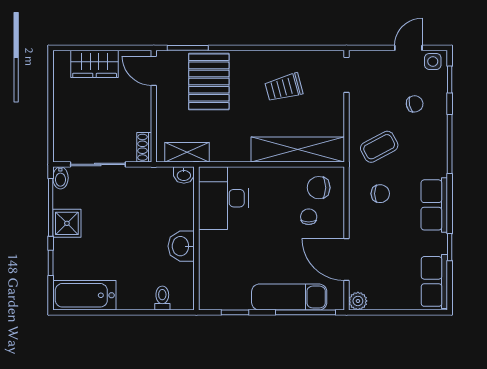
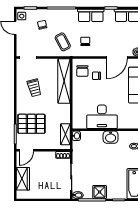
desk: (223, 198) -> (102, 117), moved

